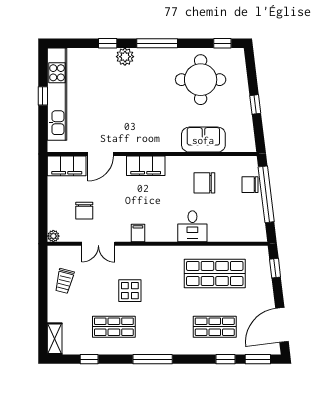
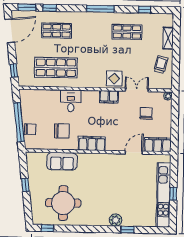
window: (157, 43) -> (93, 229), removed
filing cabinet: (146, 166) -> (92, 143), moved
filing cabinet: (138, 233) -> (109, 97), width x2.00
display table: (130, 291) -> (114, 79), moved
shelving: (55, 339) -> (168, 38), moved

